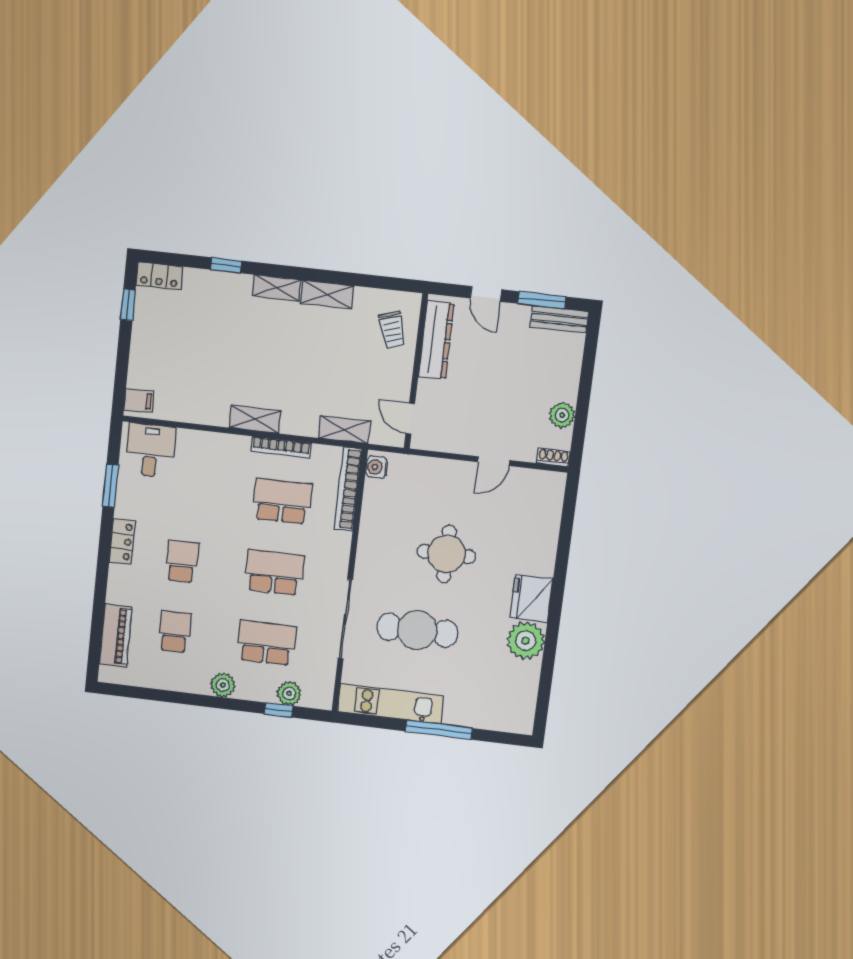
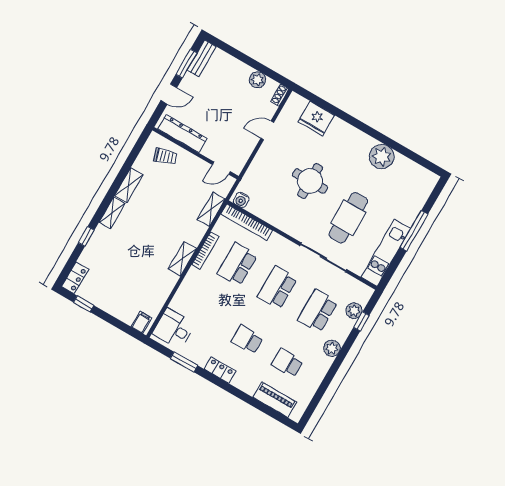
door: (494, 461) -> (267, 130), swing flipped
fridge: (531, 598) -> (316, 118), moved

